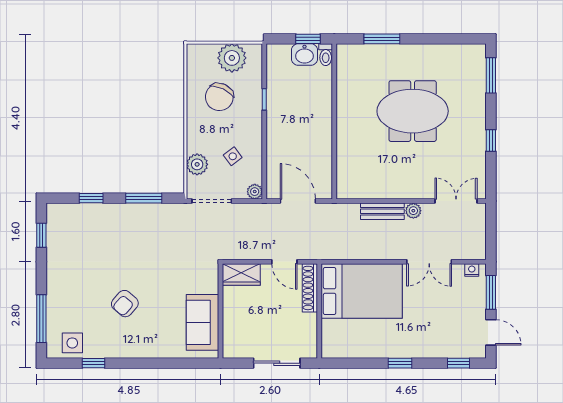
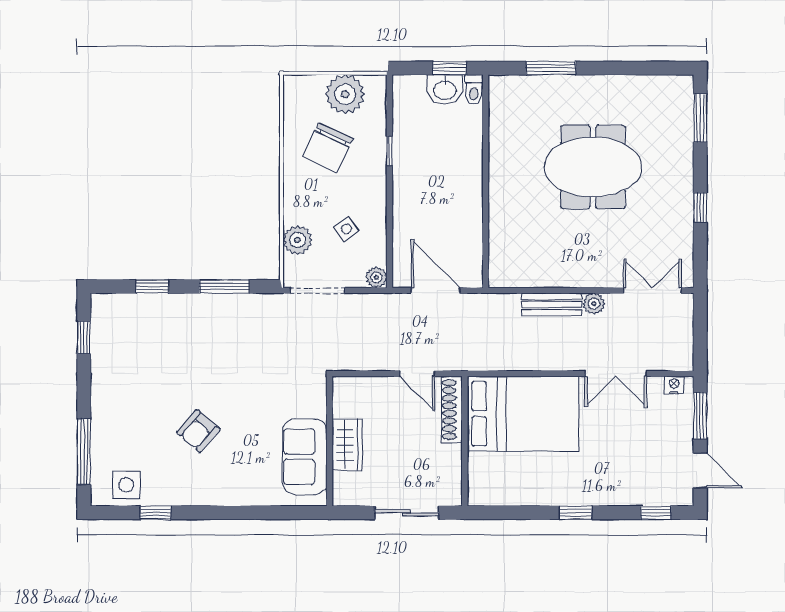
wardrobe: (241, 275) -> (347, 445), moved, turned -90

